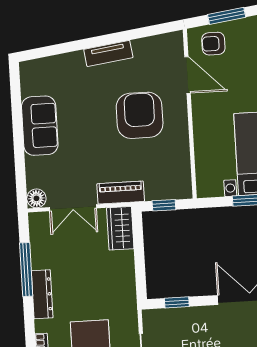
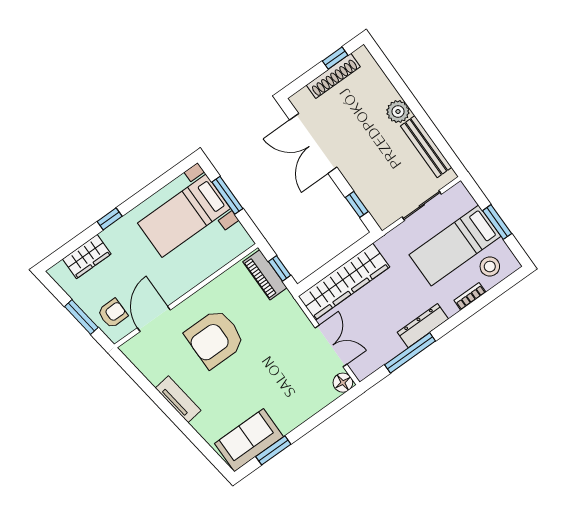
armchair: (213, 44) -> (113, 313), turned -91
window: (16, 106) -> (273, 450), added
sofa: (40, 126) -> (249, 440), moved
piano: (121, 193) -> (265, 275), moved
wardrobe: (120, 228) -> (344, 282), width x2.10, depth x1.17

